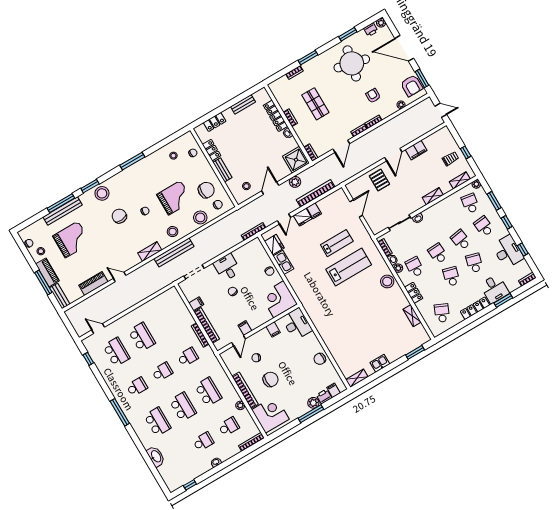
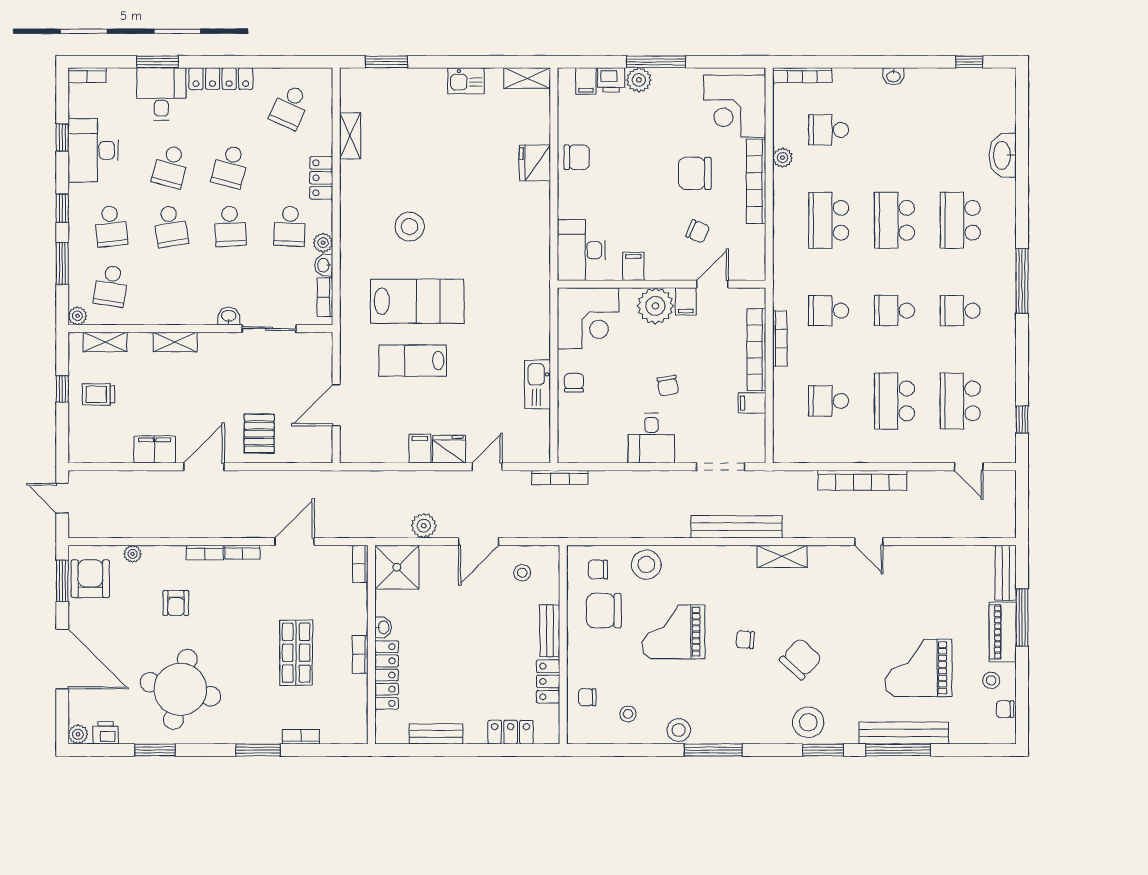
bookcase: (316, 193) -> (862, 480), moved
chair: (119, 216) -> (801, 659), turned -132
stool: (173, 232) -> (679, 730), moved
fridge: (274, 245) -> (535, 163), moved
lab bench: (349, 267) -> (417, 301), turned 180
stool: (387, 281) -> (410, 227), moved
piano: (93, 284) -> (927, 559), removed
plant: (256, 319) -> (655, 306), added
school desk: (203, 442) -> (829, 401), moved

